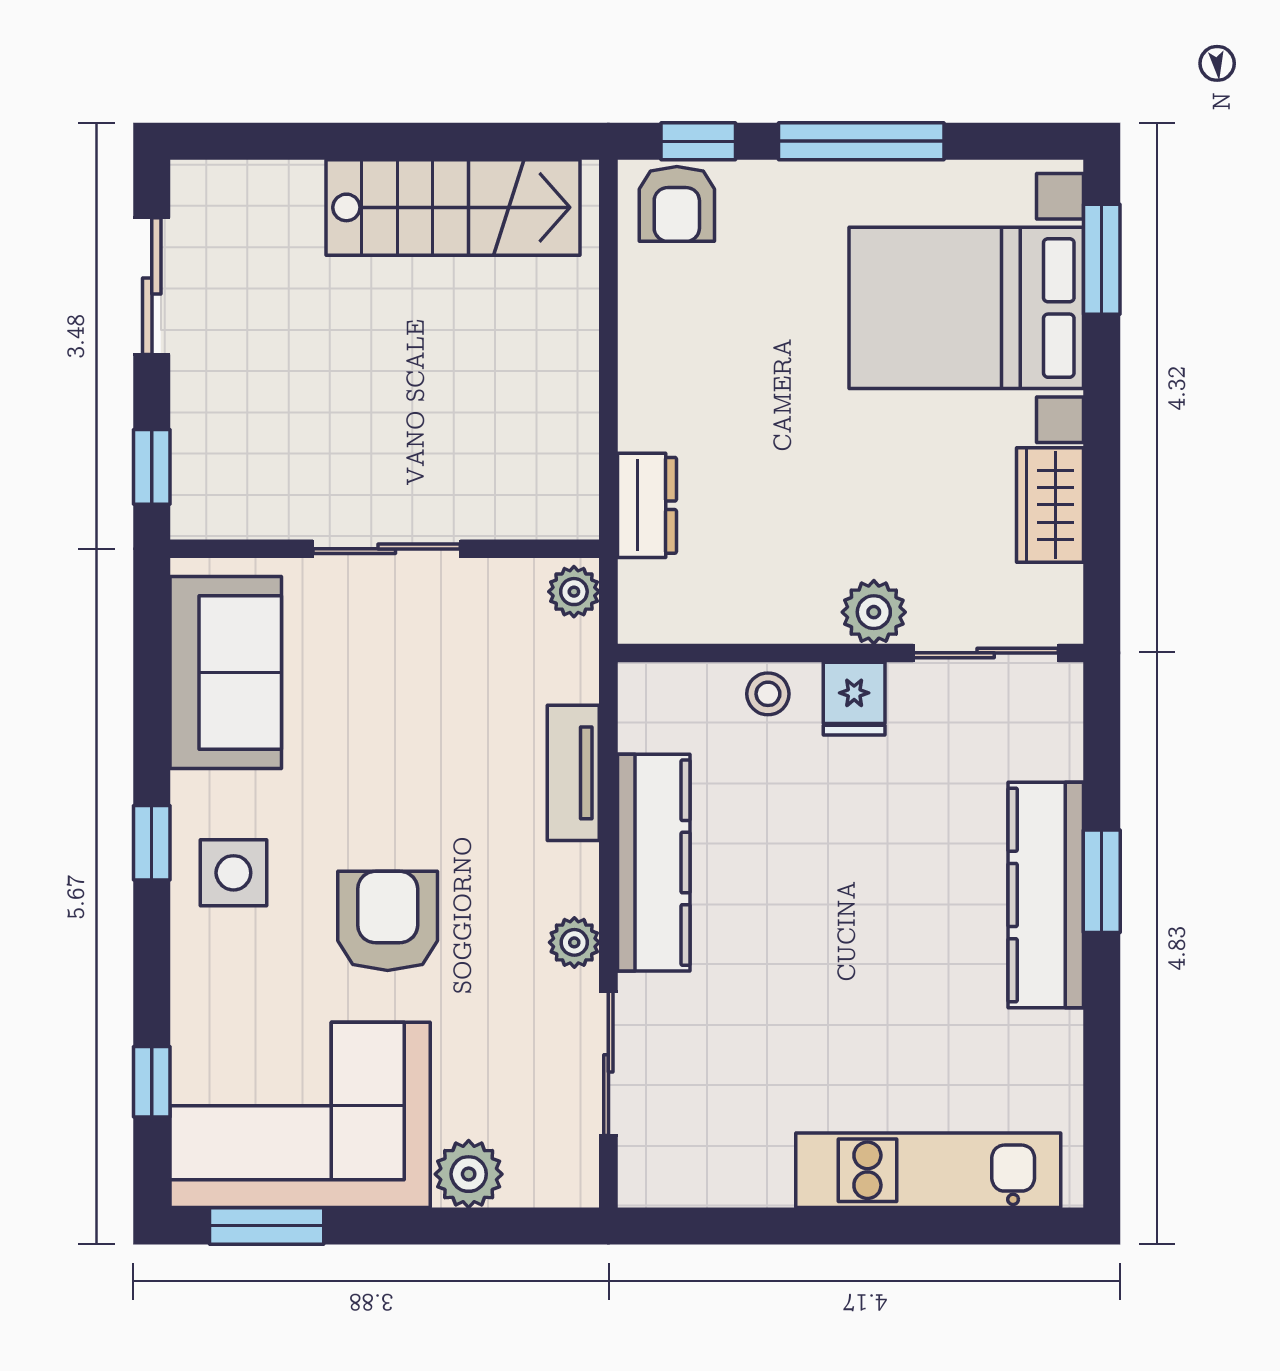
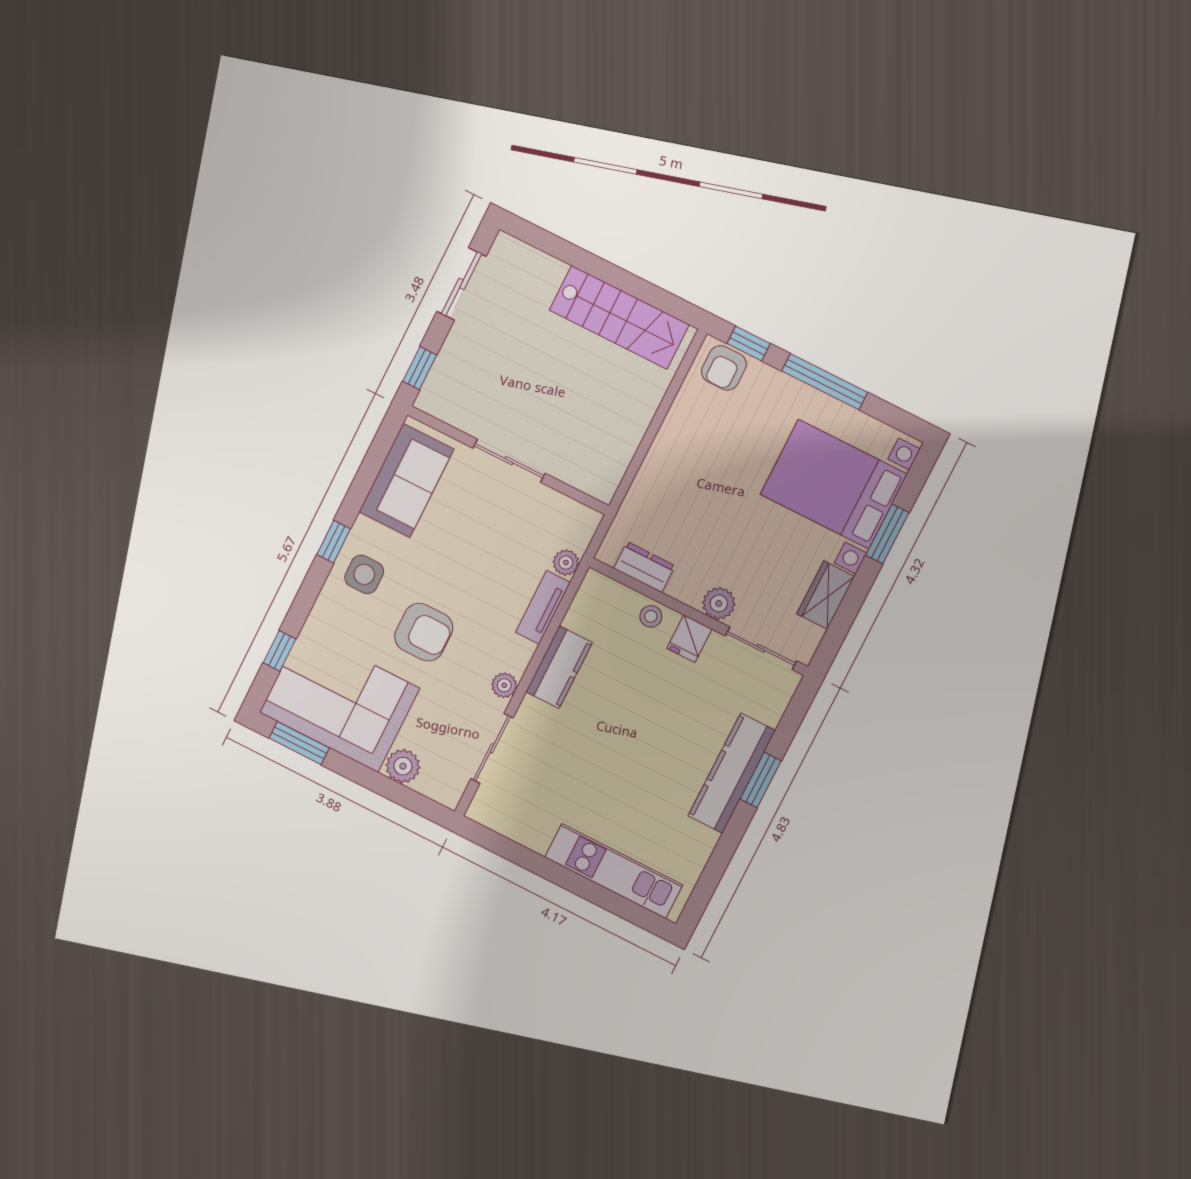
window: (1102, 259) -> (887, 534), moved
dresser: (647, 505) -> (644, 567), moved, turned -90
plant: (574, 592) -> (566, 563), moved
kitchen counter: (654, 863) -> (559, 667), width x0.67
armchair: (388, 921) -> (424, 632), turned 90

